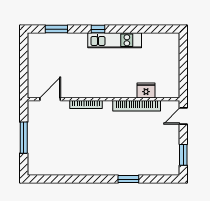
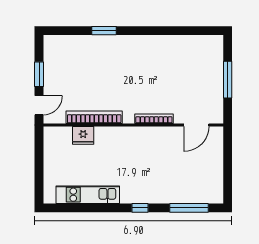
window: (56, 29) -> (189, 208), width x1.44
kitchen unit: (115, 40) -> (88, 195), moved
window: (183, 155) -> (39, 74), moved

